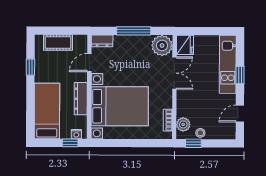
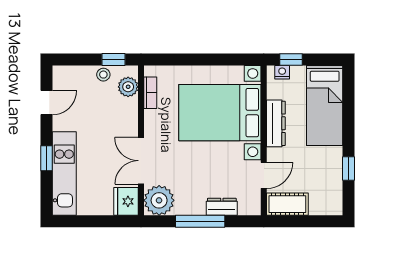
dresser: (102, 41) -> (222, 207), moved
cot: (58, 42) -> (287, 204), moved

